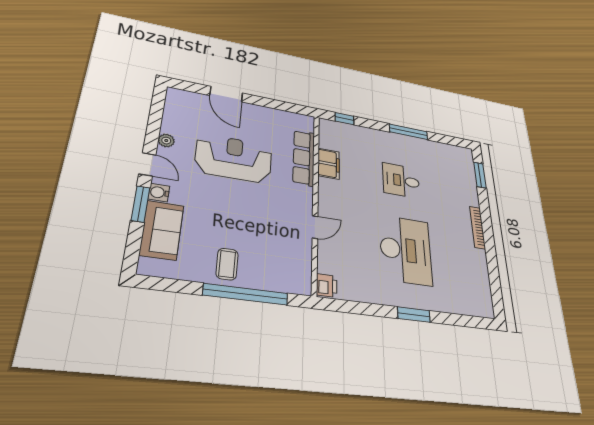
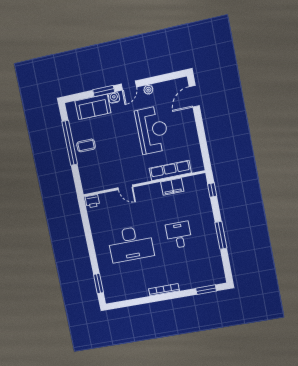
door: (226, 94) -> (194, 96), moved
window: (246, 294) -> (70, 143), moved
window: (414, 315) -> (98, 283), moved

